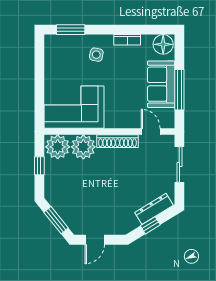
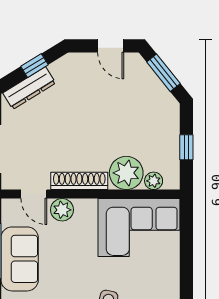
plant: (130, 120) -> (62, 210), added
plant: (58, 147) -> (154, 181), width x0.53, depth x0.53
door: (95, 240) -> (111, 46), swing flipped

